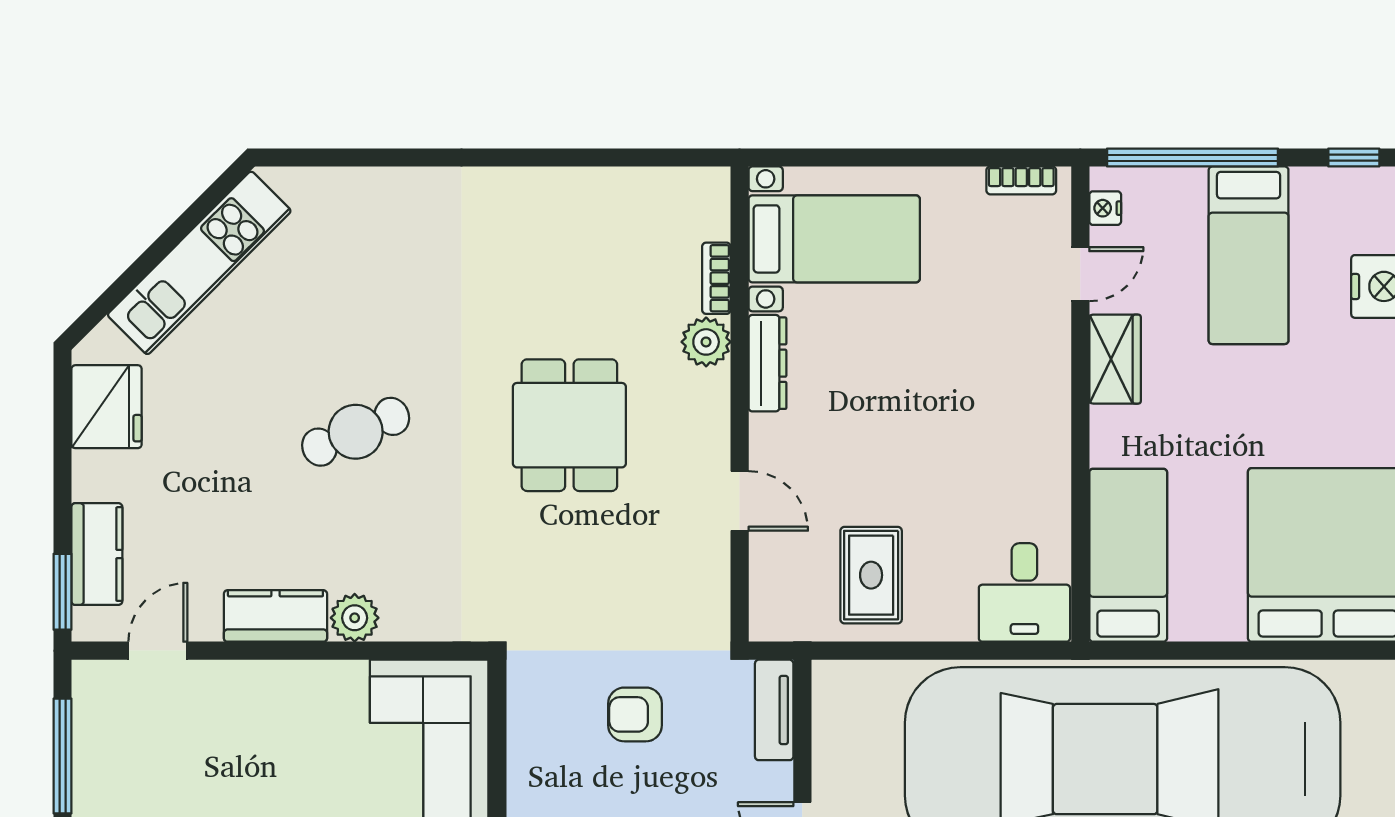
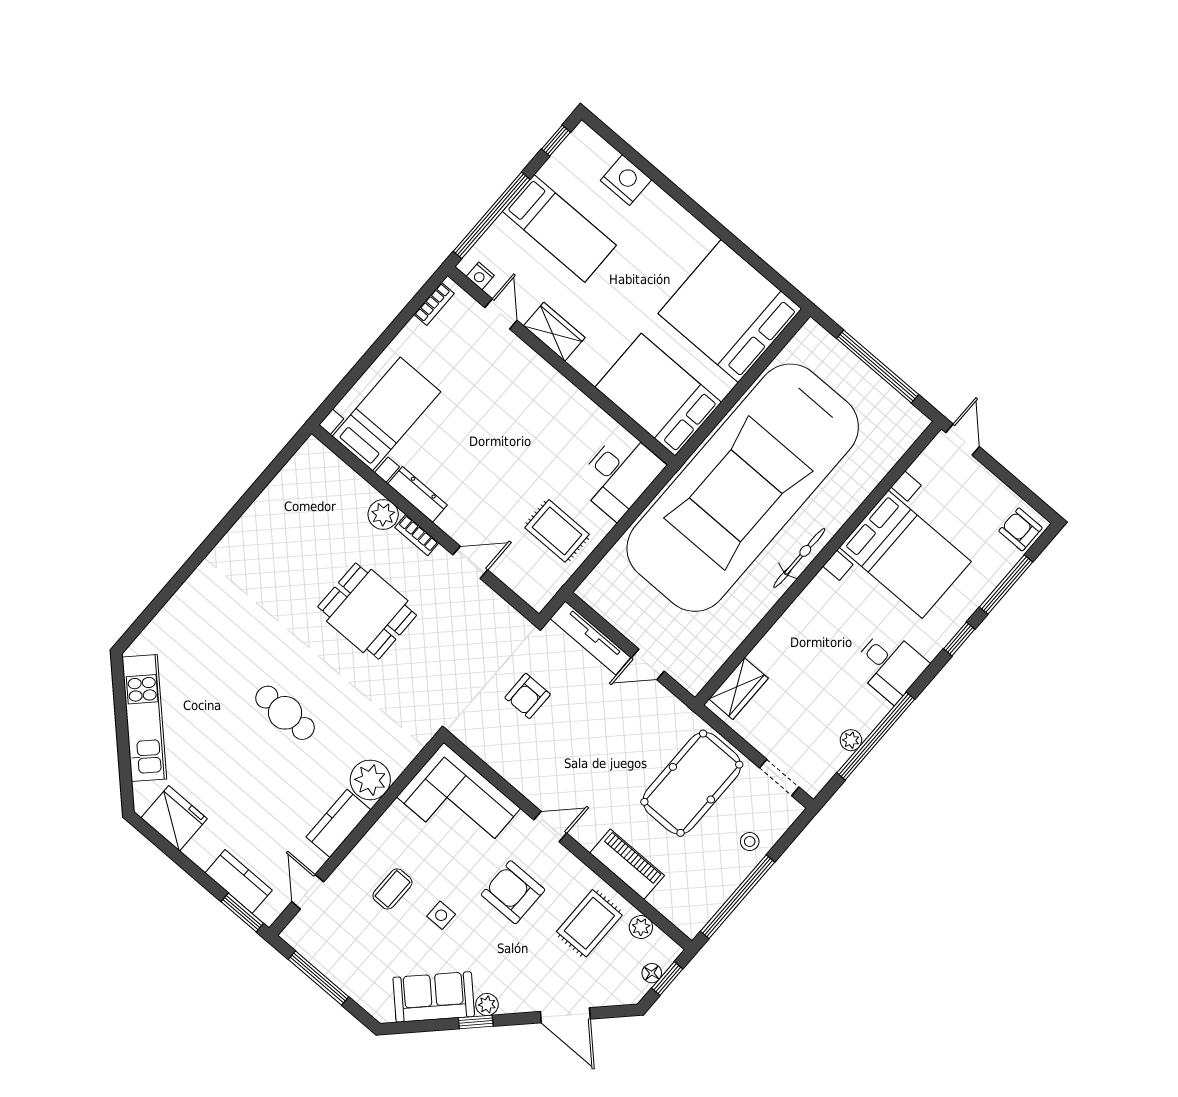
bookcase: (716, 278) -> (417, 535), moved
cafe table: (356, 432) -> (285, 713), turned -67
bed: (1128, 555) -> (658, 395), width x1.50
desk: (1024, 592) -> (620, 475), width x1.37
plant: (355, 618) -> (370, 780), width x1.36, depth x1.36
tv unit: (774, 710) -> (590, 638), width x1.41
coffee table: (252, 753) -> (392, 889), added

